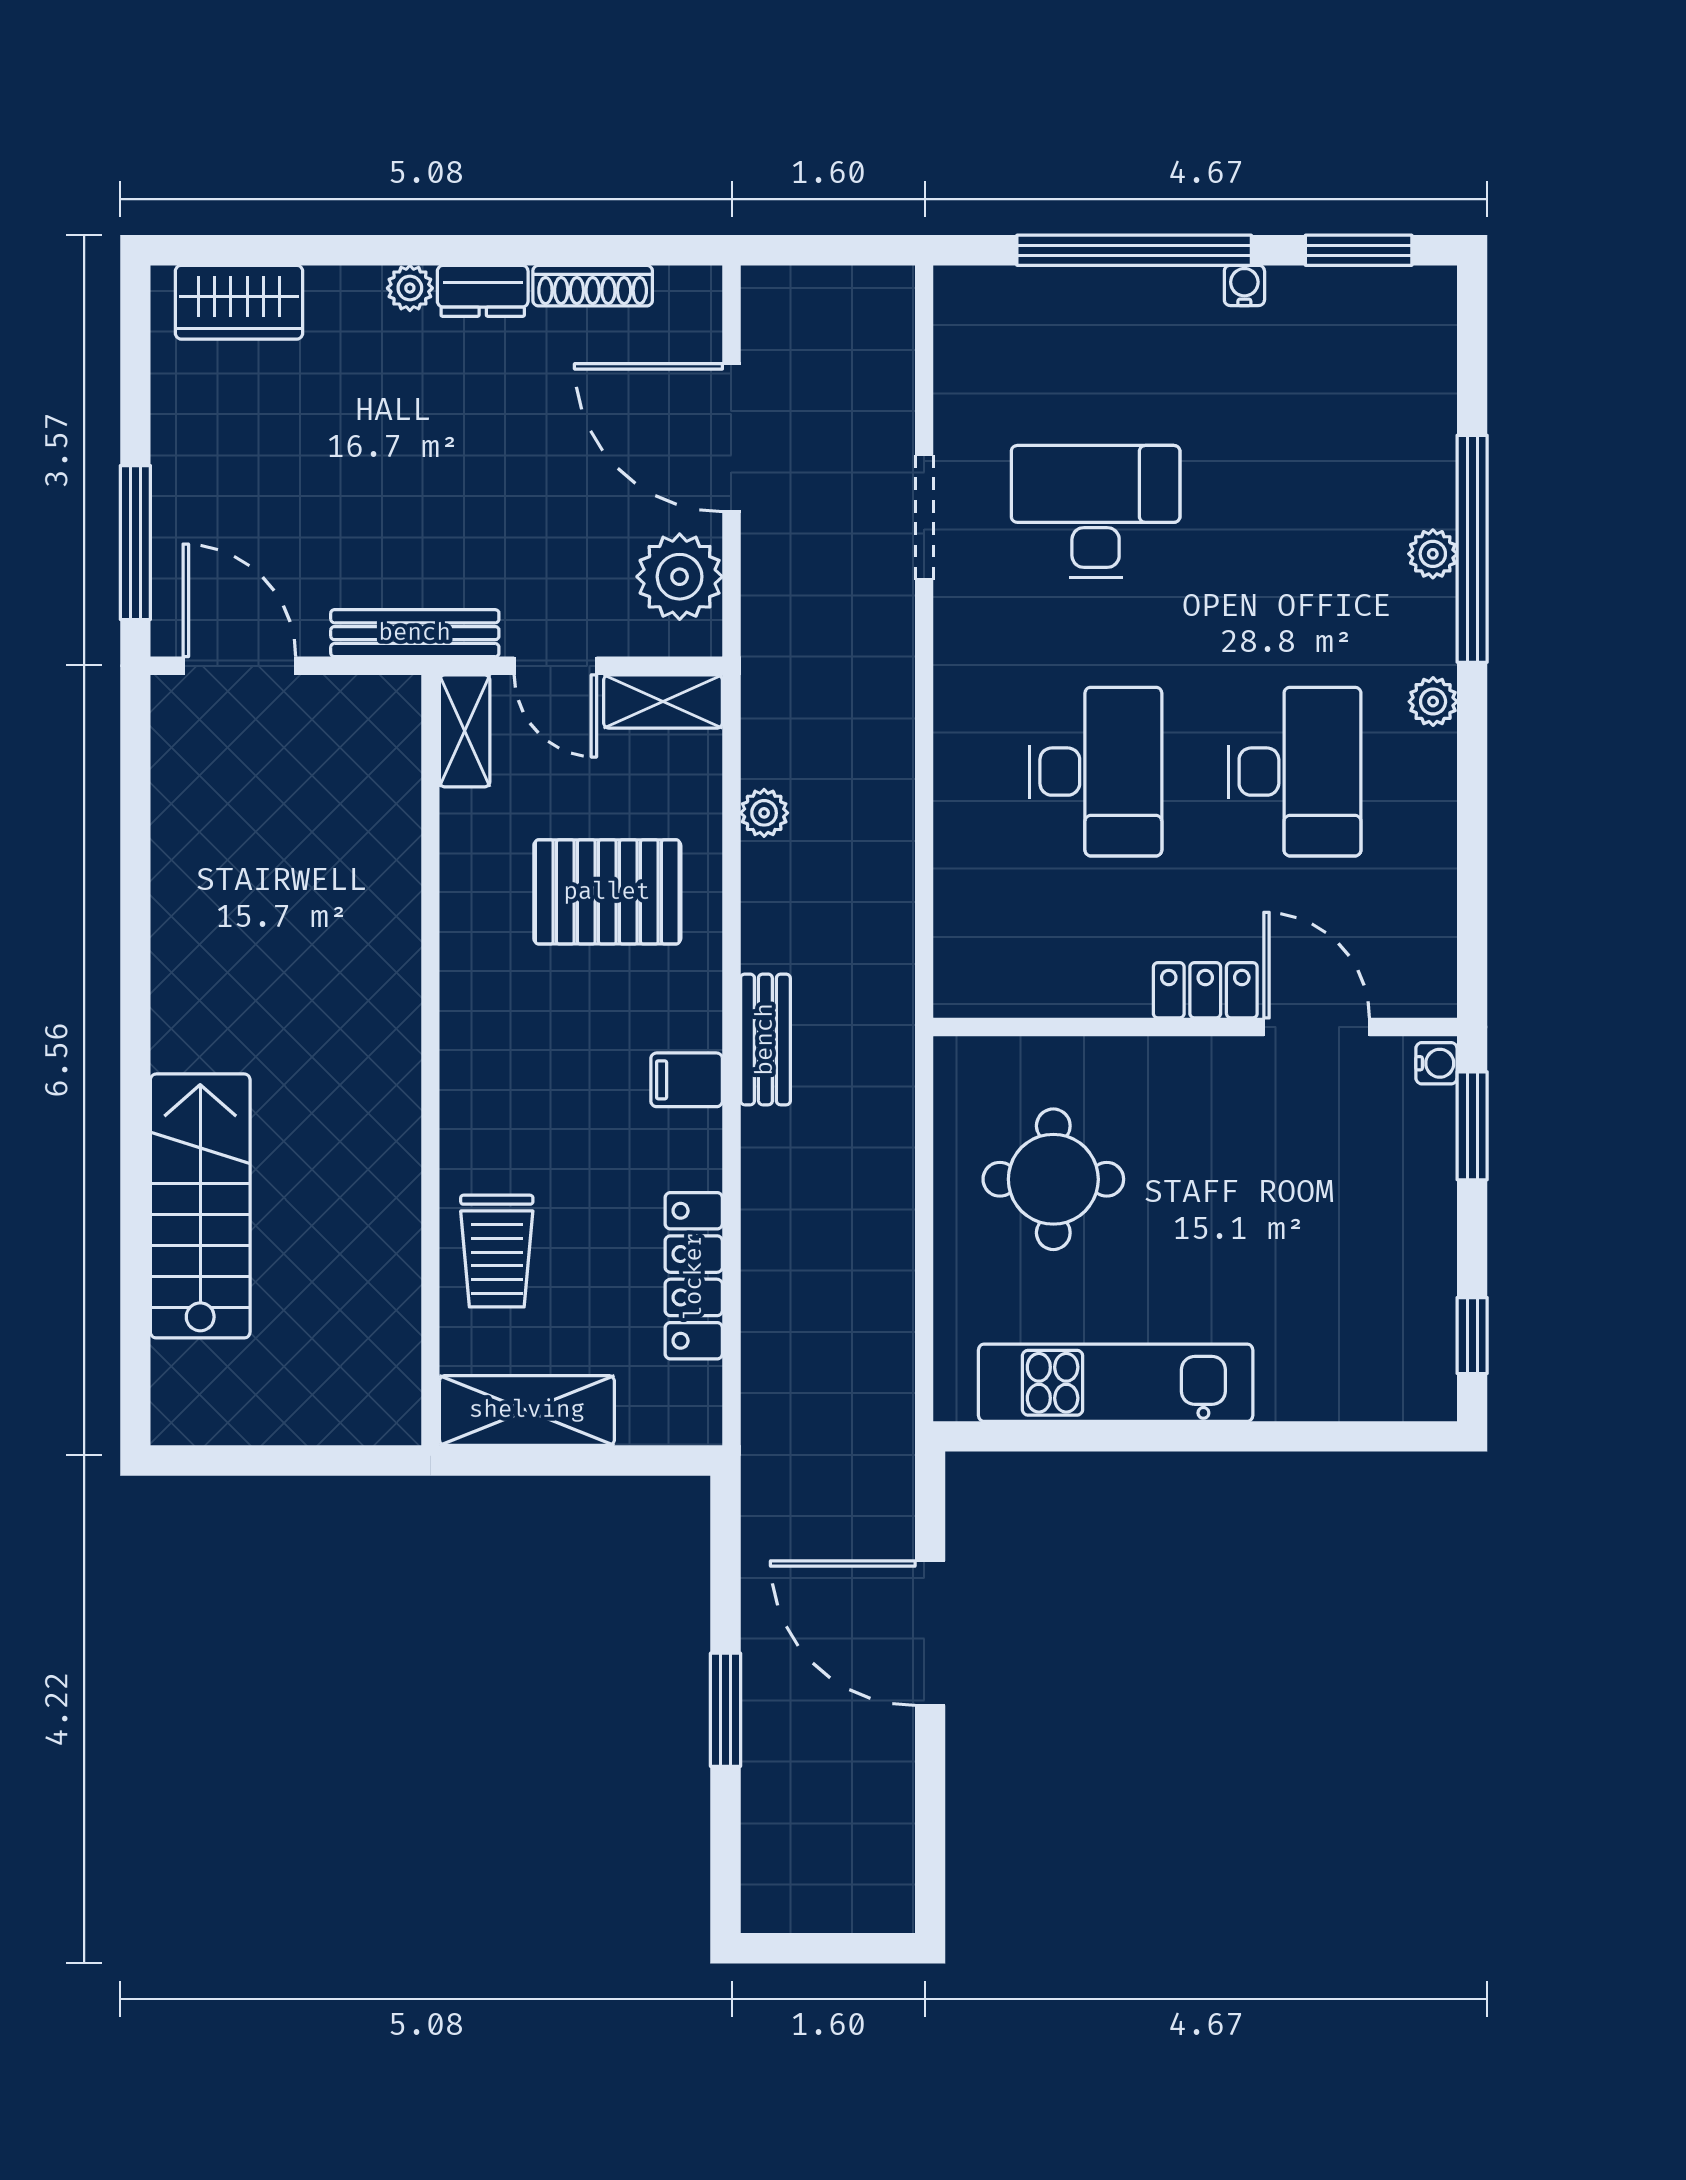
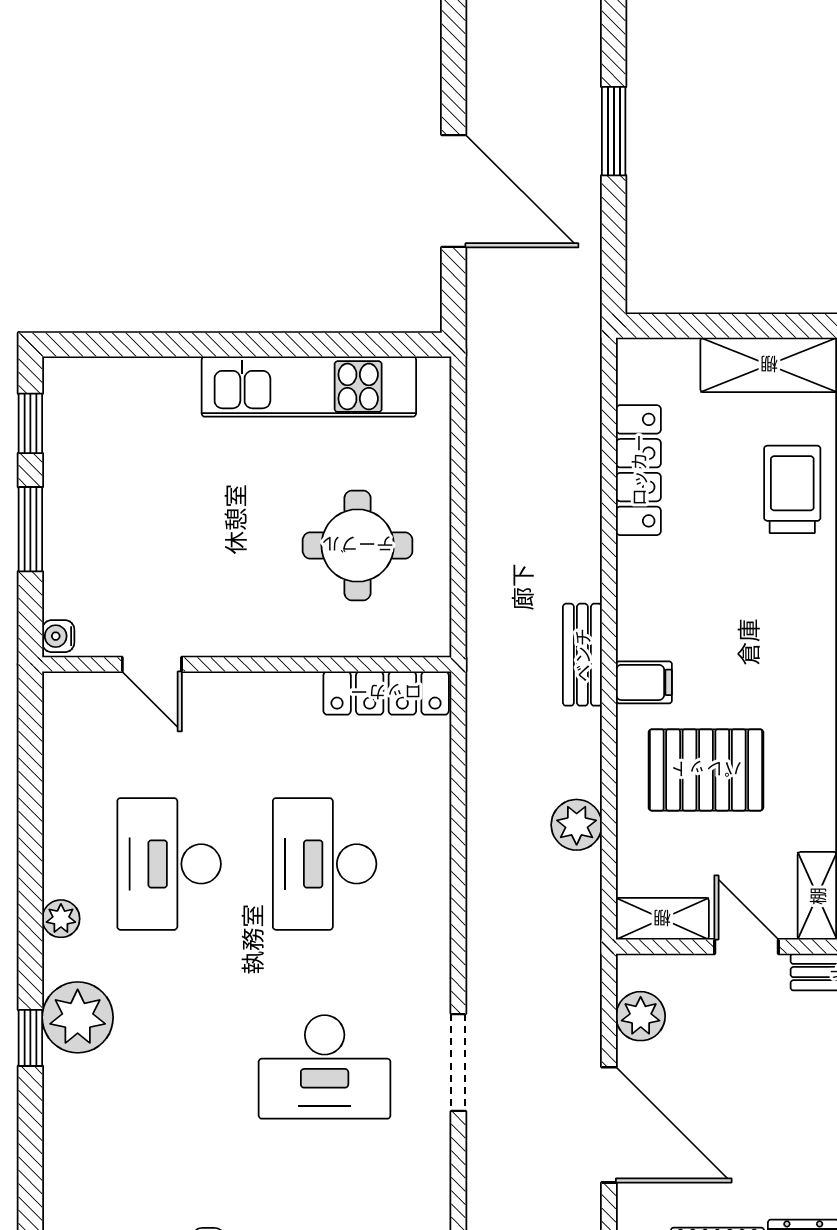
window: (1472, 549) -> (30, 1038), width x0.32
plant: (1433, 554) -> (78, 1017), width x1.87, depth x1.87
plant: (680, 577) -> (641, 1016), width x0.73, depth x0.73
plant: (764, 813) -> (577, 825), width x1.38, depth x1.38
locker: (1205, 990) -> (386, 693), moved, width x1.53
door: (1317, 1027) -> (152, 664), width x0.73
filing cabinet: (687, 1080) -> (644, 682), moved
window: (1472, 1126) -> (30, 529), moved

